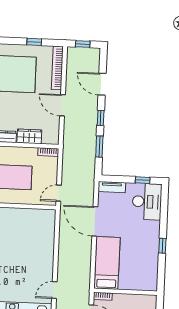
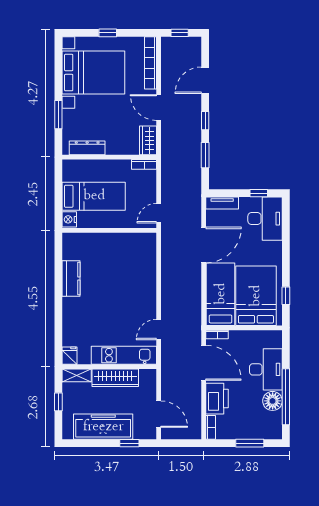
window: (34, 42) -> (108, 33), moved
door: (102, 84) -> (205, 80), hinge flipped
wardrobe: (29, 136) -> (148, 140), moved, turned -90
door: (95, 221) -> (204, 245), swing flipped
window: (162, 246) -> (286, 296), moved
bed: (137, 265) -> (256, 296), added

